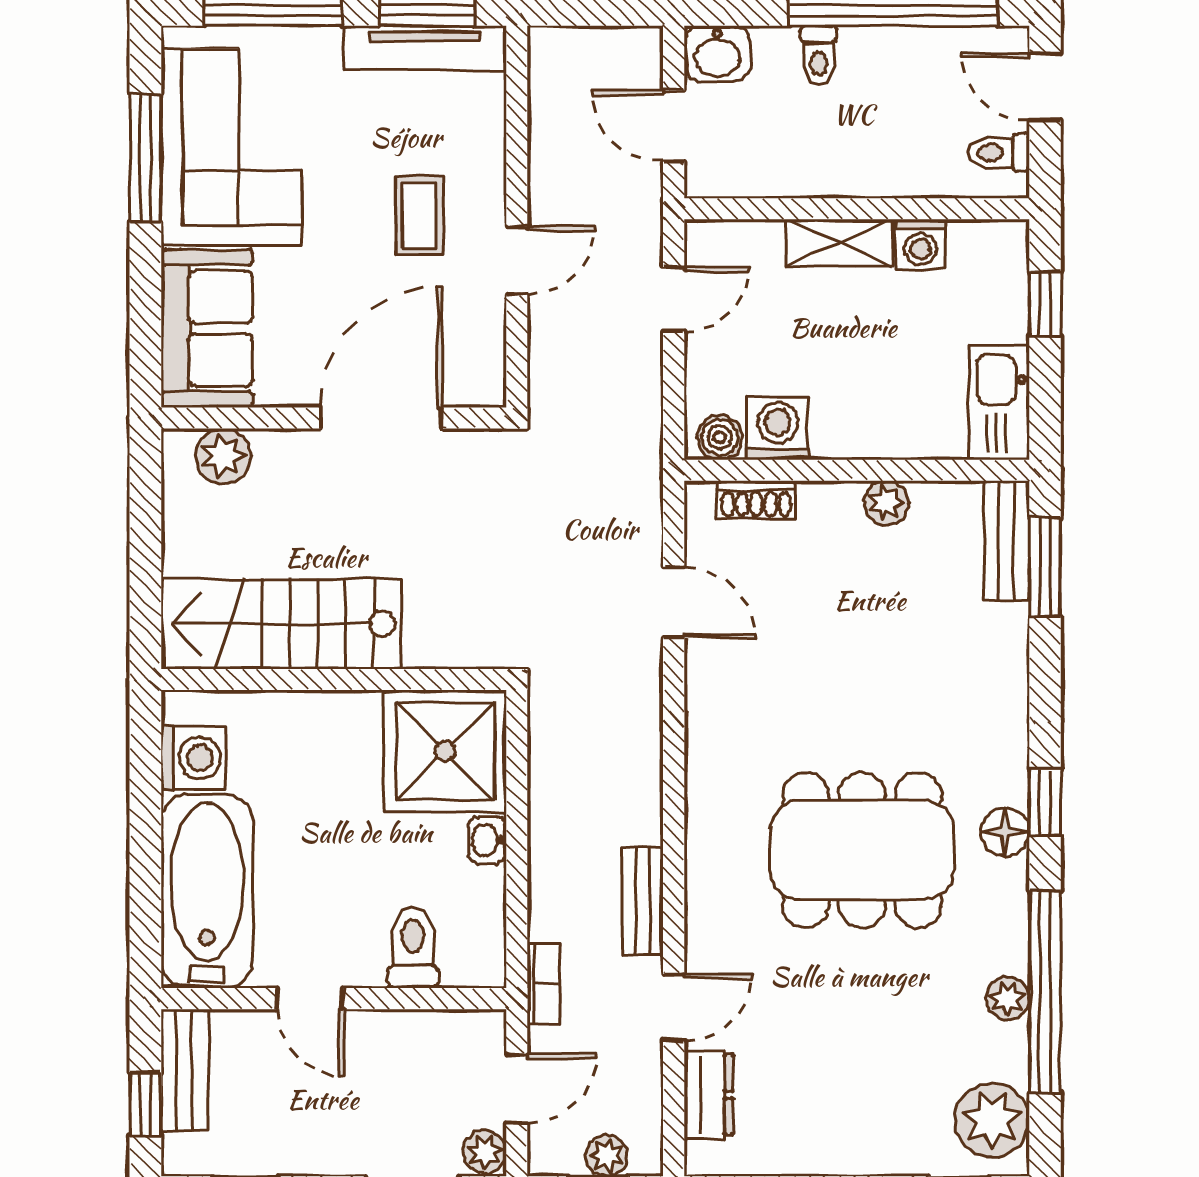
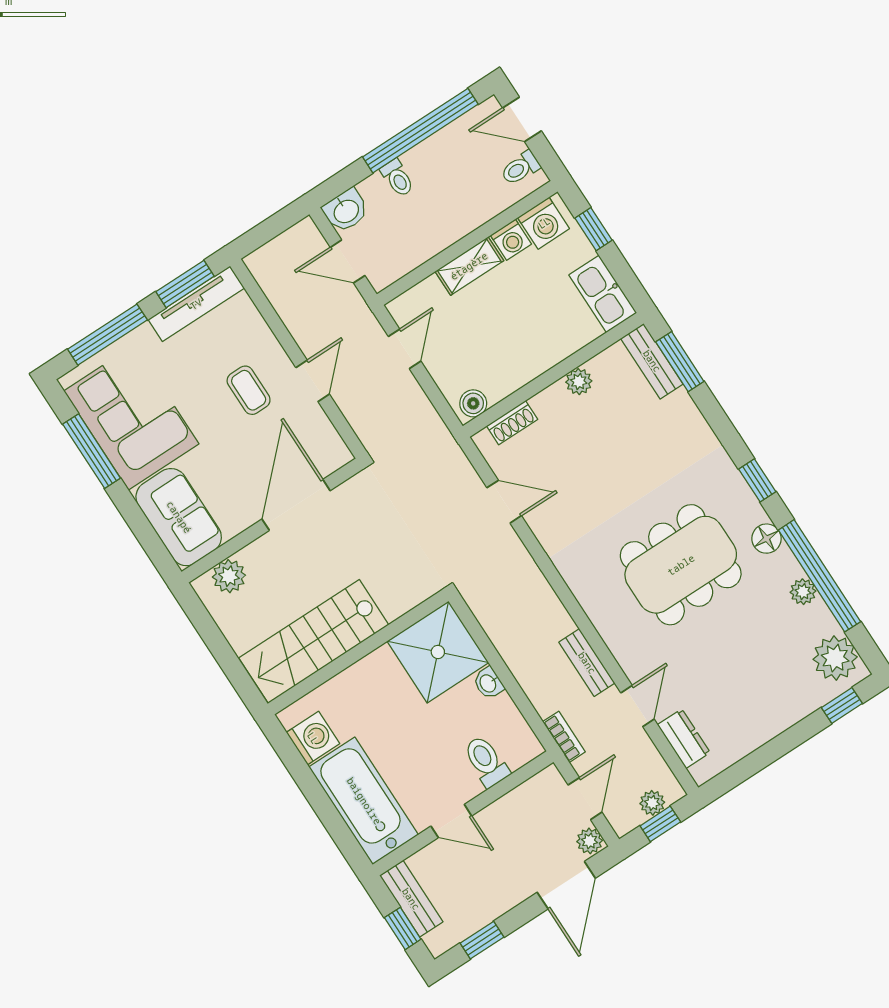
washing machine: (778, 429) -> (544, 223), moved, turned 180
floor lamp: (1005, 832) -> (767, 539), moved

